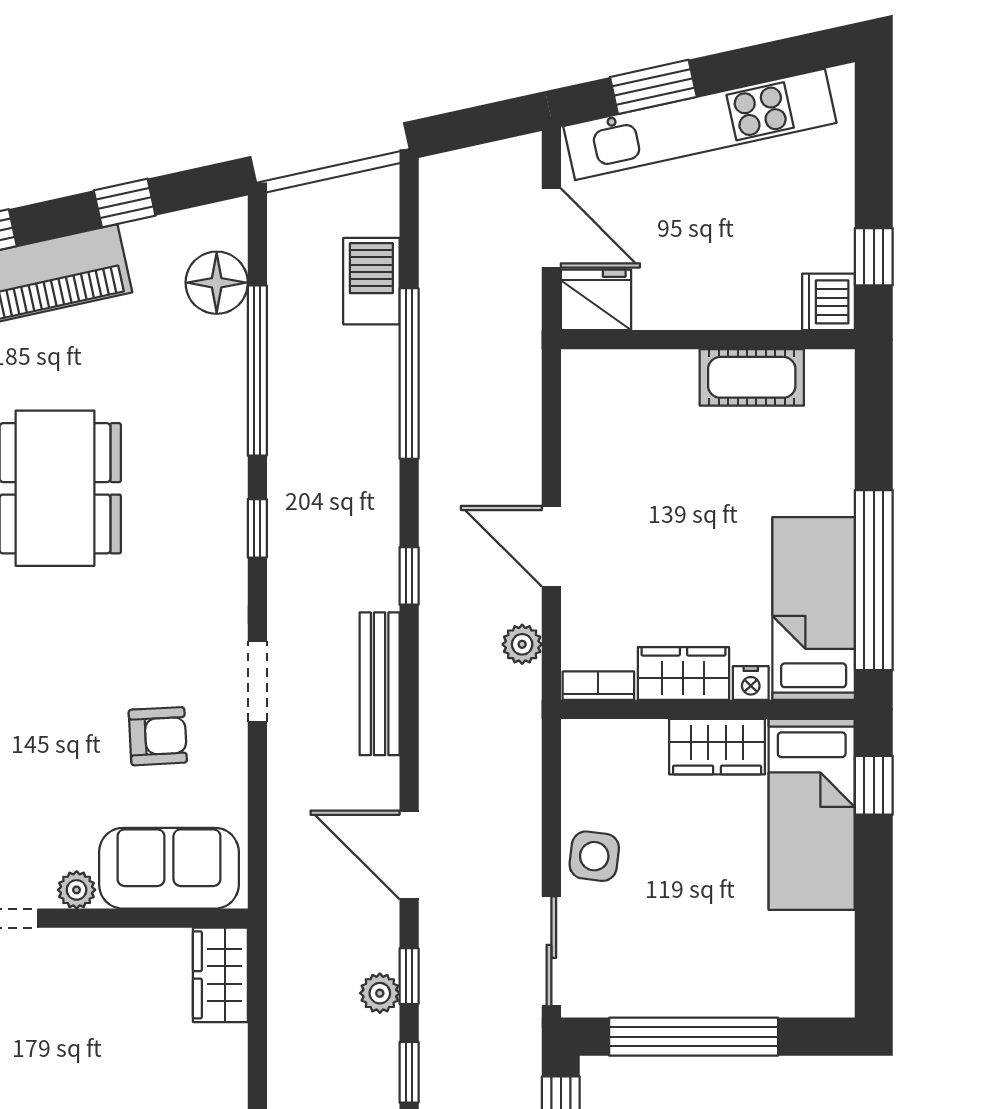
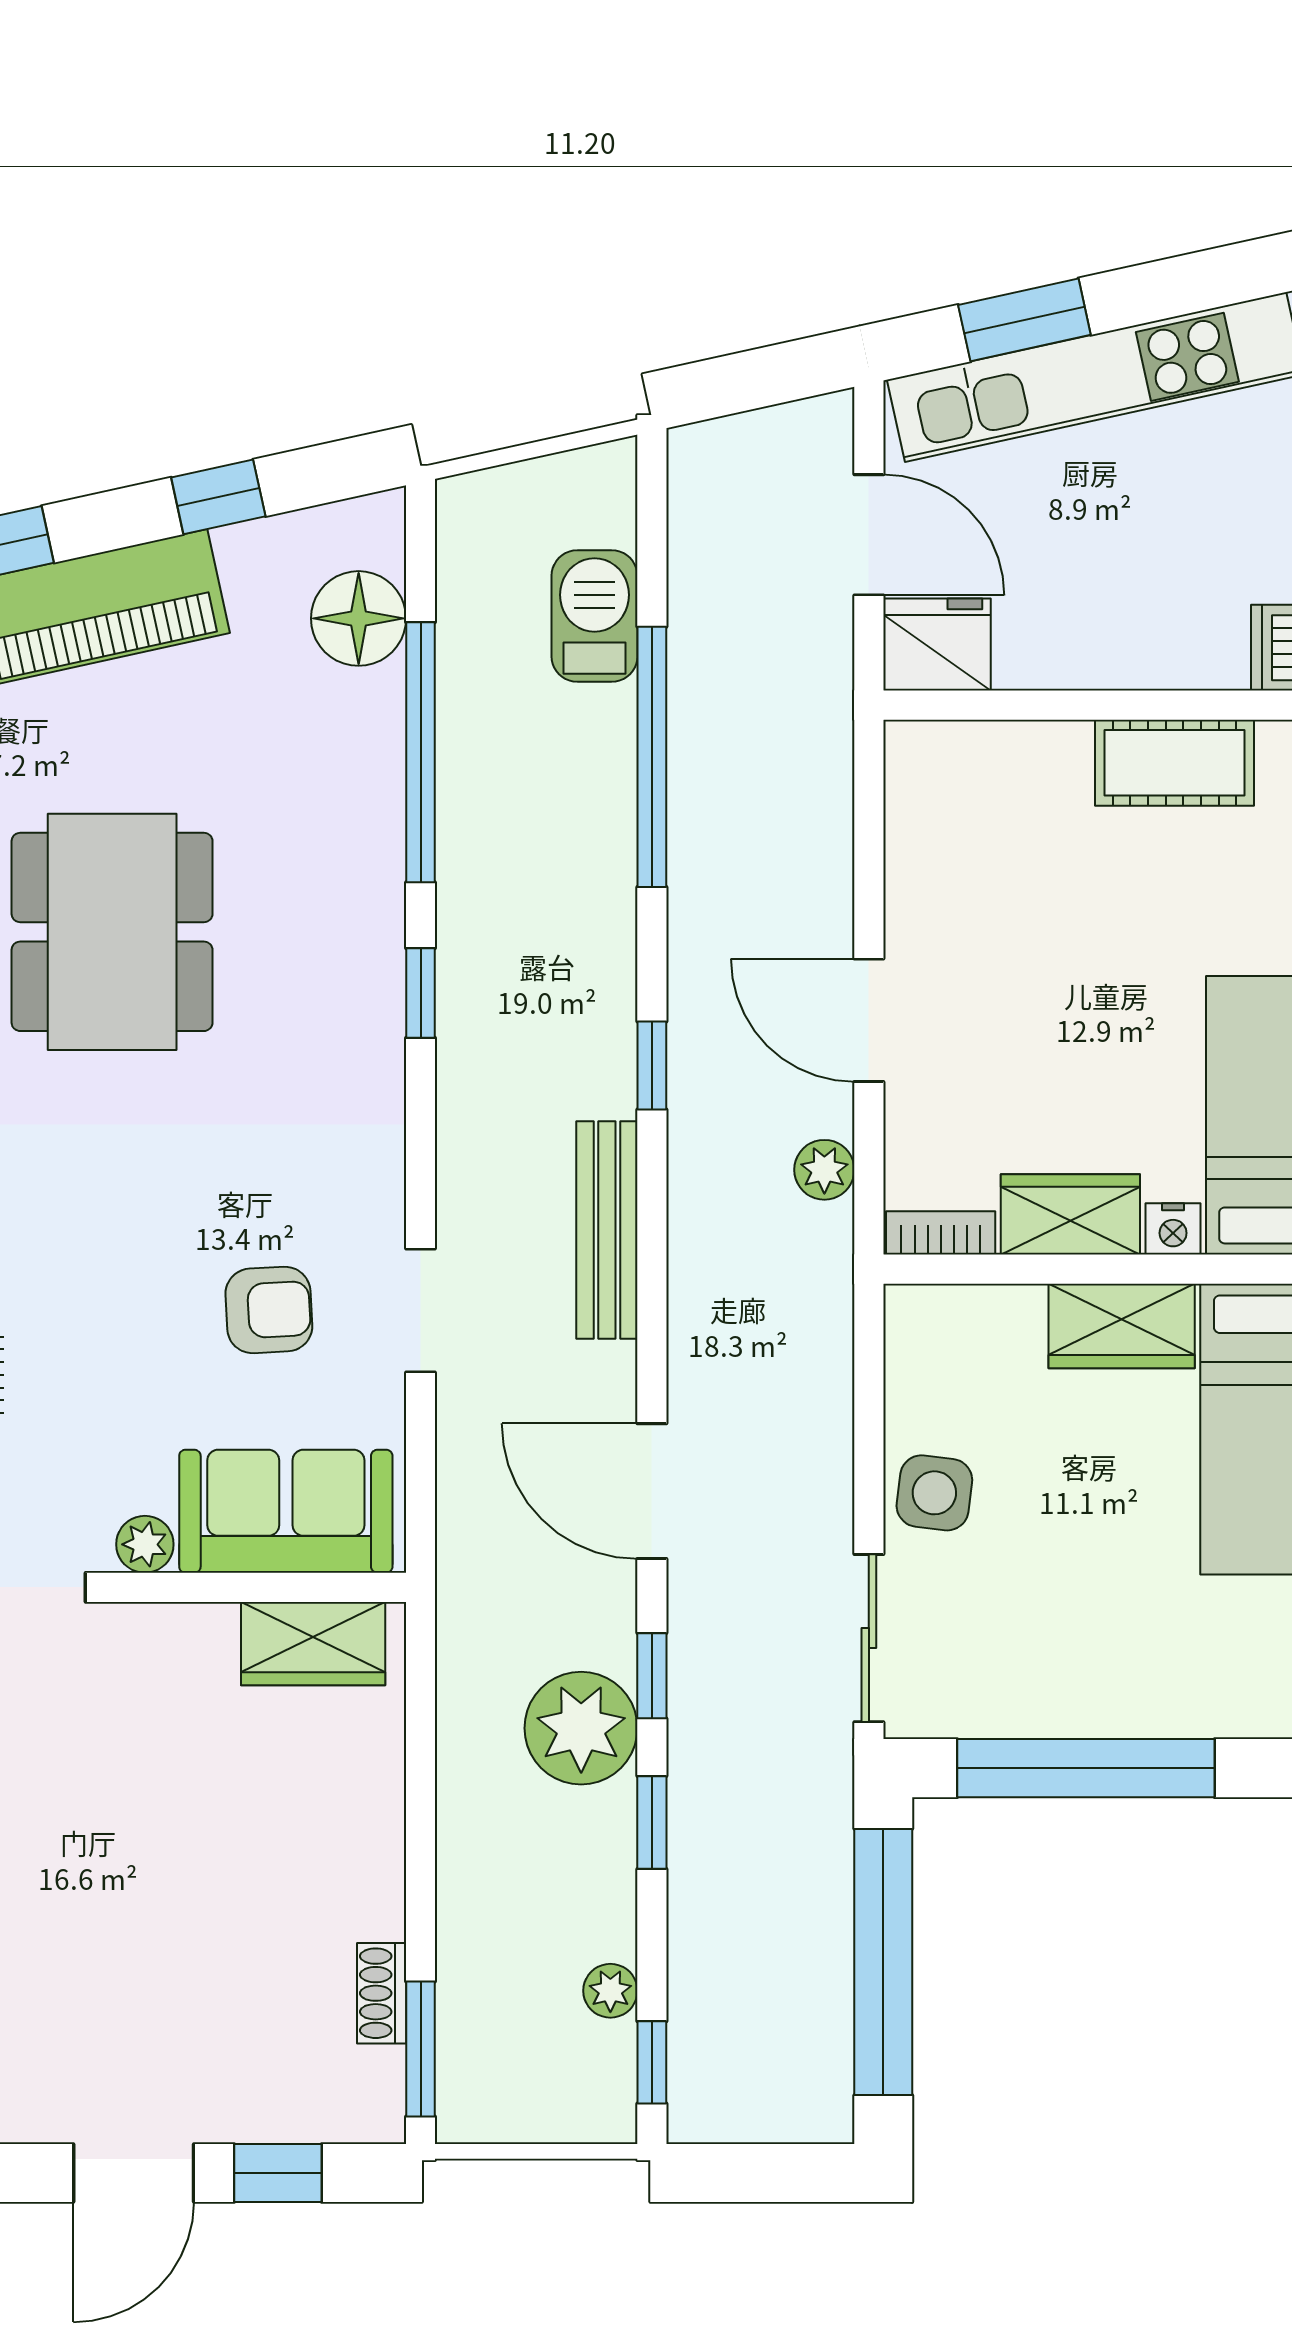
doorway: (257, 681) -> (421, 1311), moved
wardrobe: (220, 975) -> (313, 1644), moved, turned -90
plant: (380, 993) -> (581, 1728), width x1.87, depth x1.87

